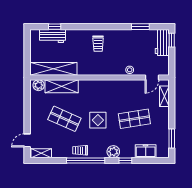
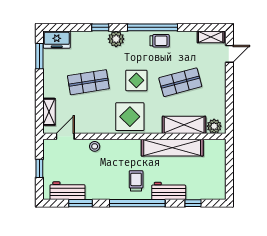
window: (97, 27) -> (137, 203), added
workbench: (53, 36) -> (169, 191), moved
window: (172, 40) -> (39, 168), moved
workbench: (162, 42) -> (68, 191), moved, turned -90
shelving: (53, 69) -> (172, 148), moved
display table: (103, 93) -> (130, 117), added
shop shelf: (64, 119) -> (180, 82), turned -39
freezer: (146, 151) -> (57, 40), moved

